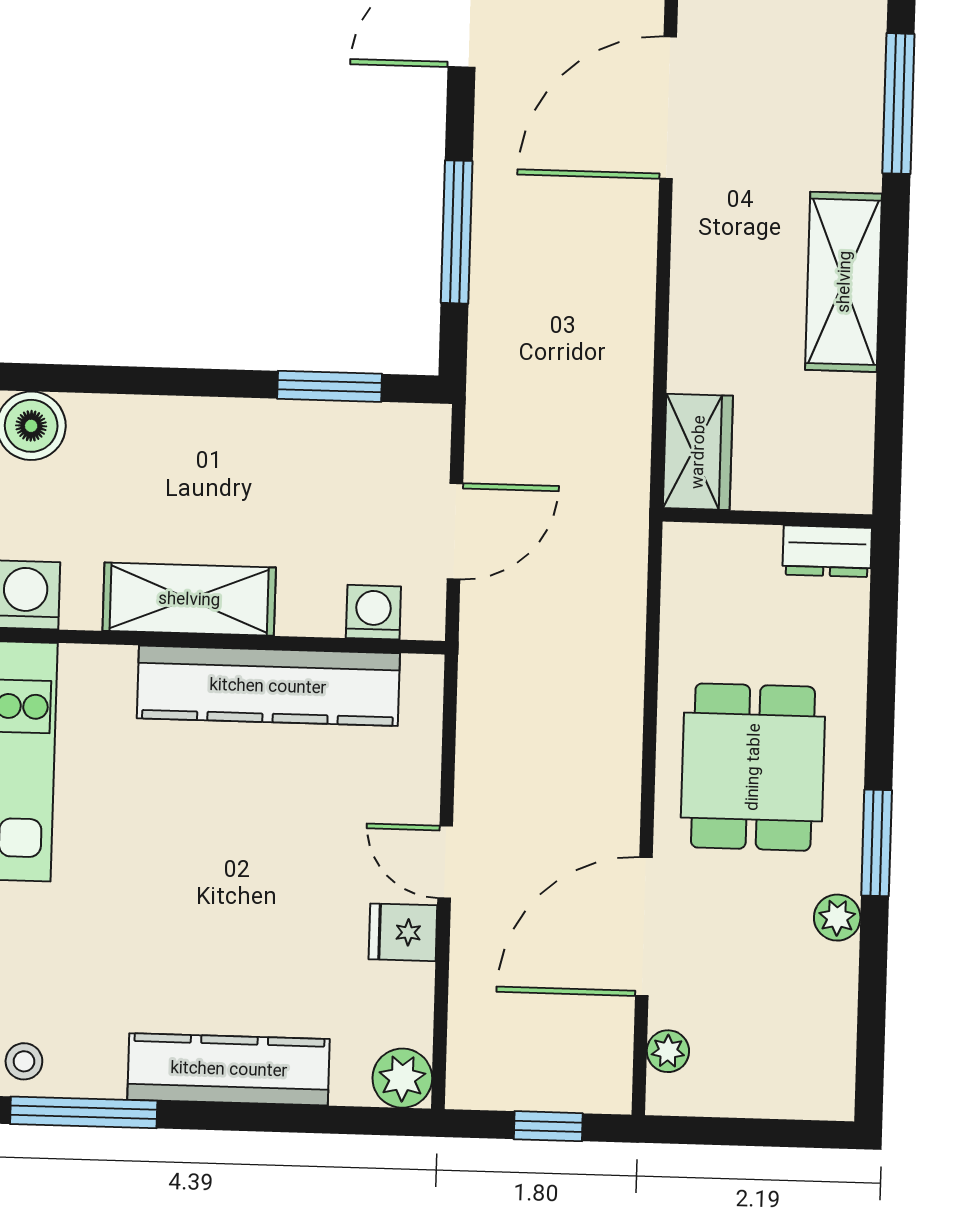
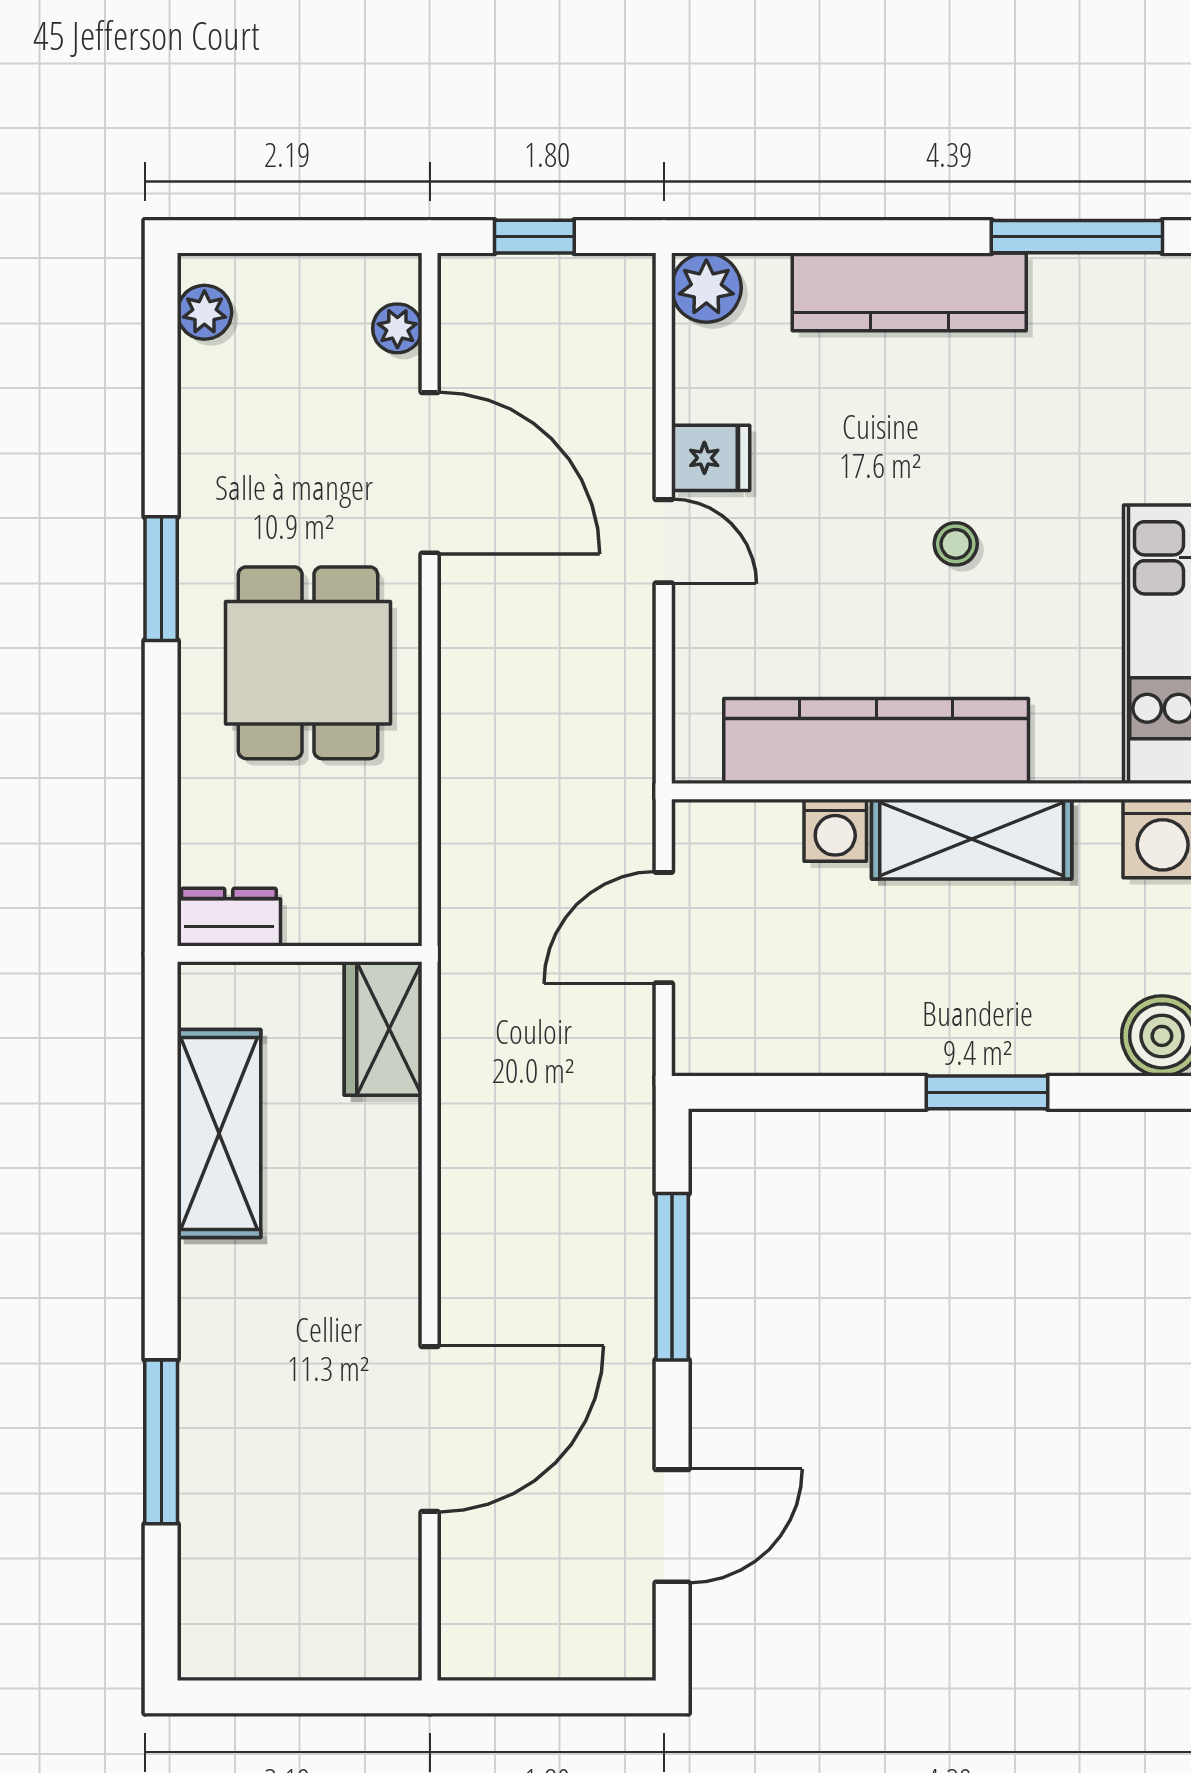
shelving: (844, 282) -> (219, 1134), moved
window: (330, 386) -> (987, 1092), moved
washing machine: (373, 612) -> (835, 830), moved
plant: (837, 918) -> (204, 312), moved
door: (644, 927) -> (430, 473), hinge flipped
stool: (24, 1061) -> (956, 544), moved

